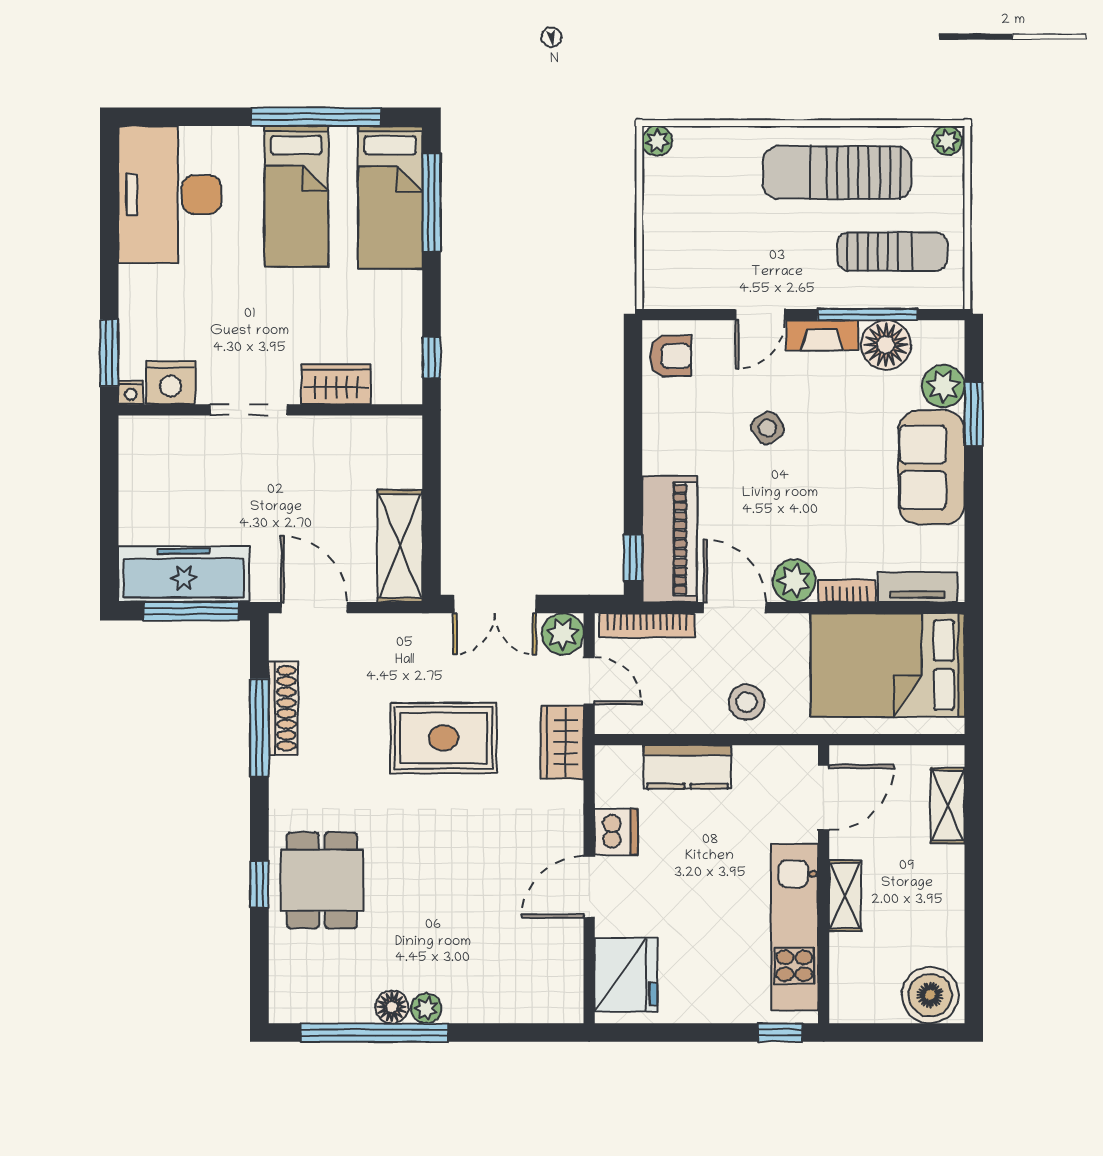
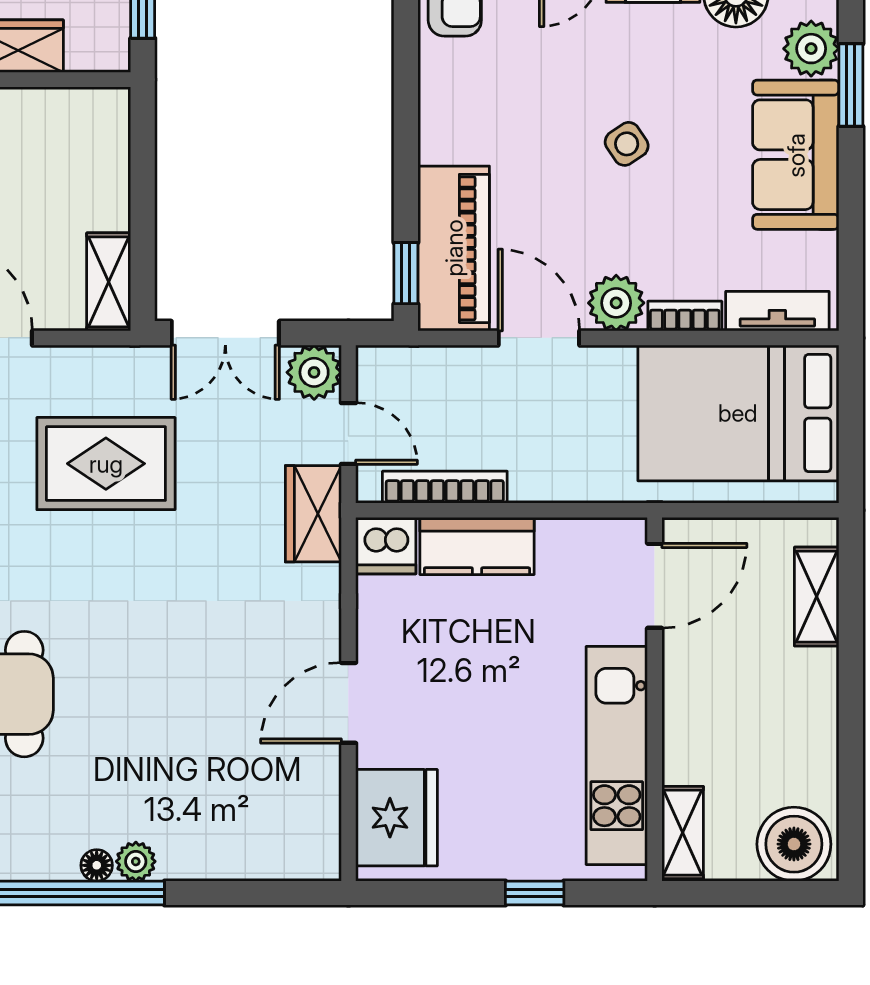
side table: (768, 428) -> (627, 144), moved
shelving: (400, 546) -> (109, 282), width x0.67, depth x0.75
bookcase: (647, 625) -> (445, 487), moved, turned 180
stool: (746, 702) -> (554, 461), removed
rug: (444, 738) -> (106, 464), moved
dishwasher: (616, 832) -> (386, 546), moved, turned 90
shelving: (845, 896) -> (683, 833), moved
floor lamp: (392, 1007) -> (97, 865), width x0.73, depth x0.73
window: (780, 1033) -> (535, 893), moved

